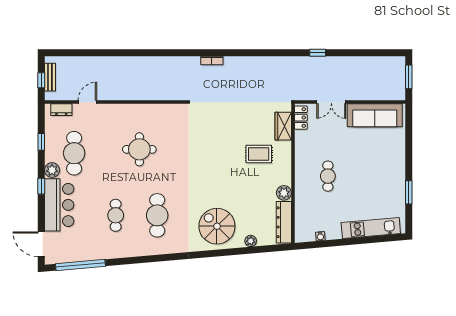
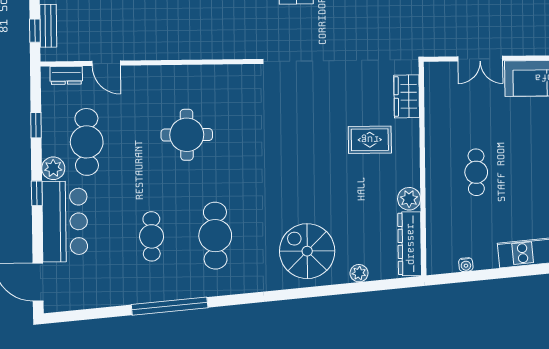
door: (87, 102) -> (106, 63), swing flipped
locker: (301, 118) -> (434, 83), removed
window: (80, 265) -> (170, 306), moved

